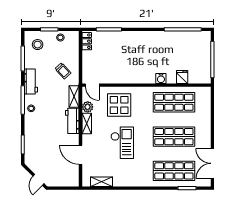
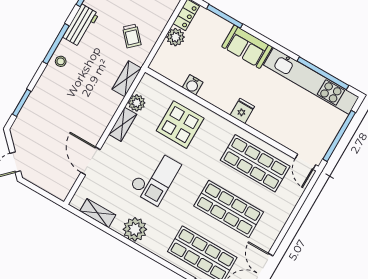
kitchen unit: (179, 38) -> (311, 81), added
sofa: (131, 39) -> (247, 47), added
plant: (88, 57) -> (175, 37), added
fridge: (182, 77) -> (242, 111), moved
water cooler: (161, 79) -> (193, 85), moved
door: (92, 85) -> (305, 162), moved
workbench: (72, 121) -> (106, 110), removed
plant: (128, 179) -> (135, 229), added

